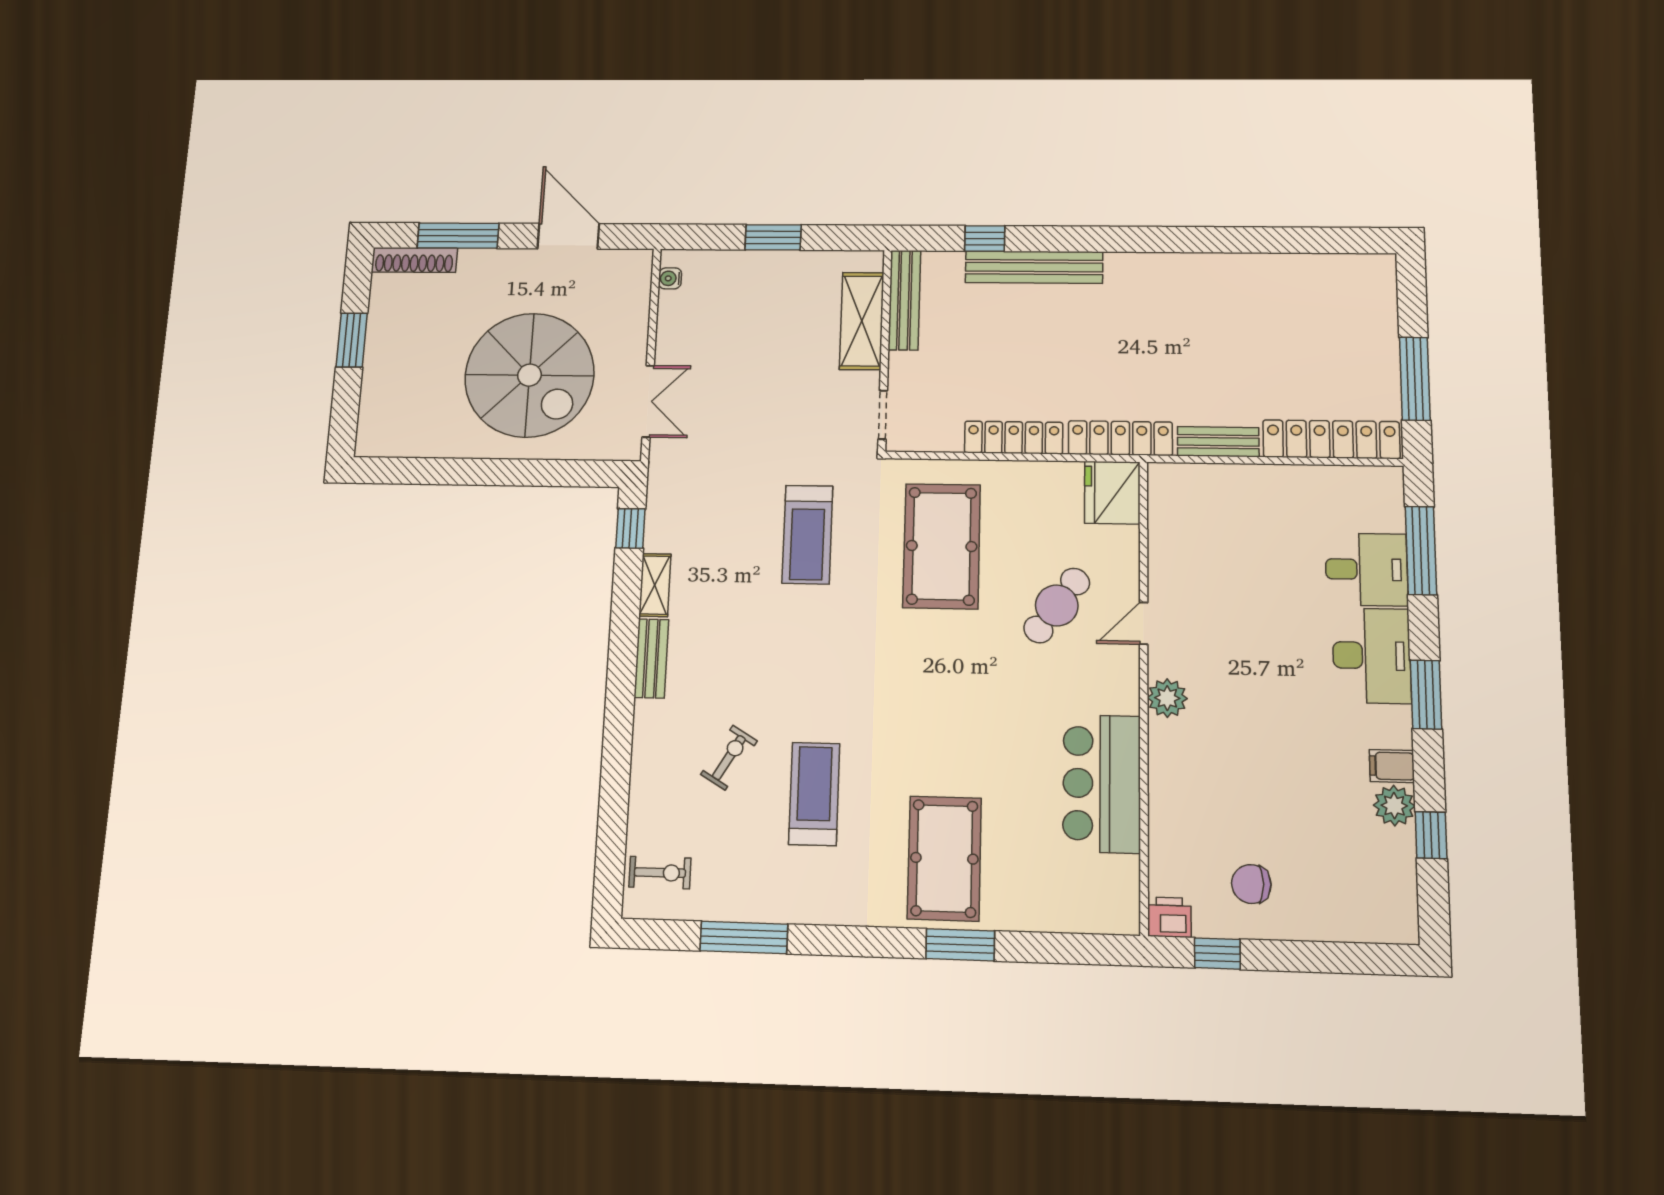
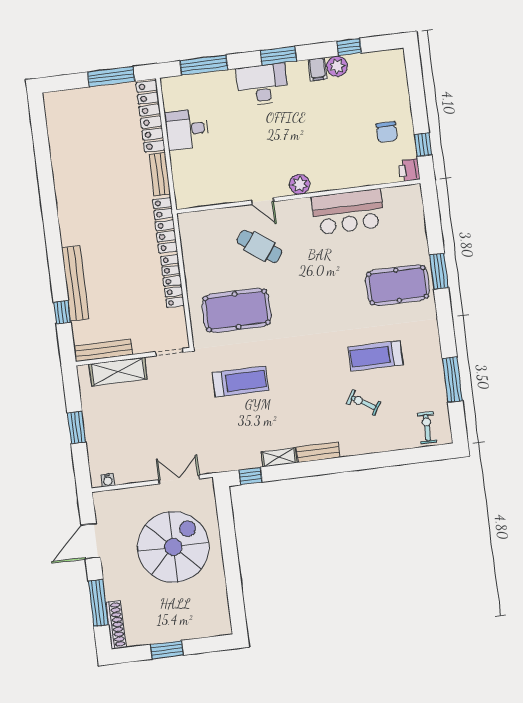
fridge: (1112, 493) -> (195, 226), removed
desk: (1366, 569) -> (187, 129), moved, turned -90

